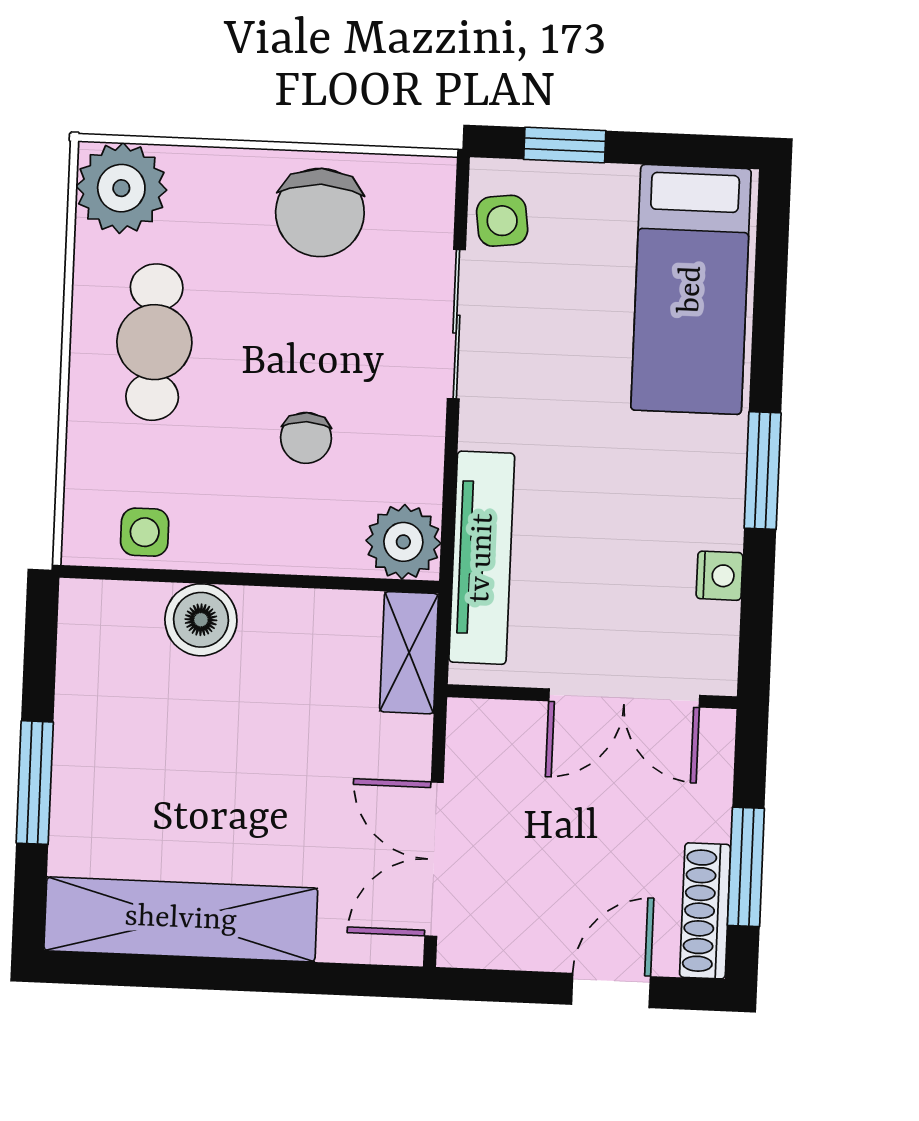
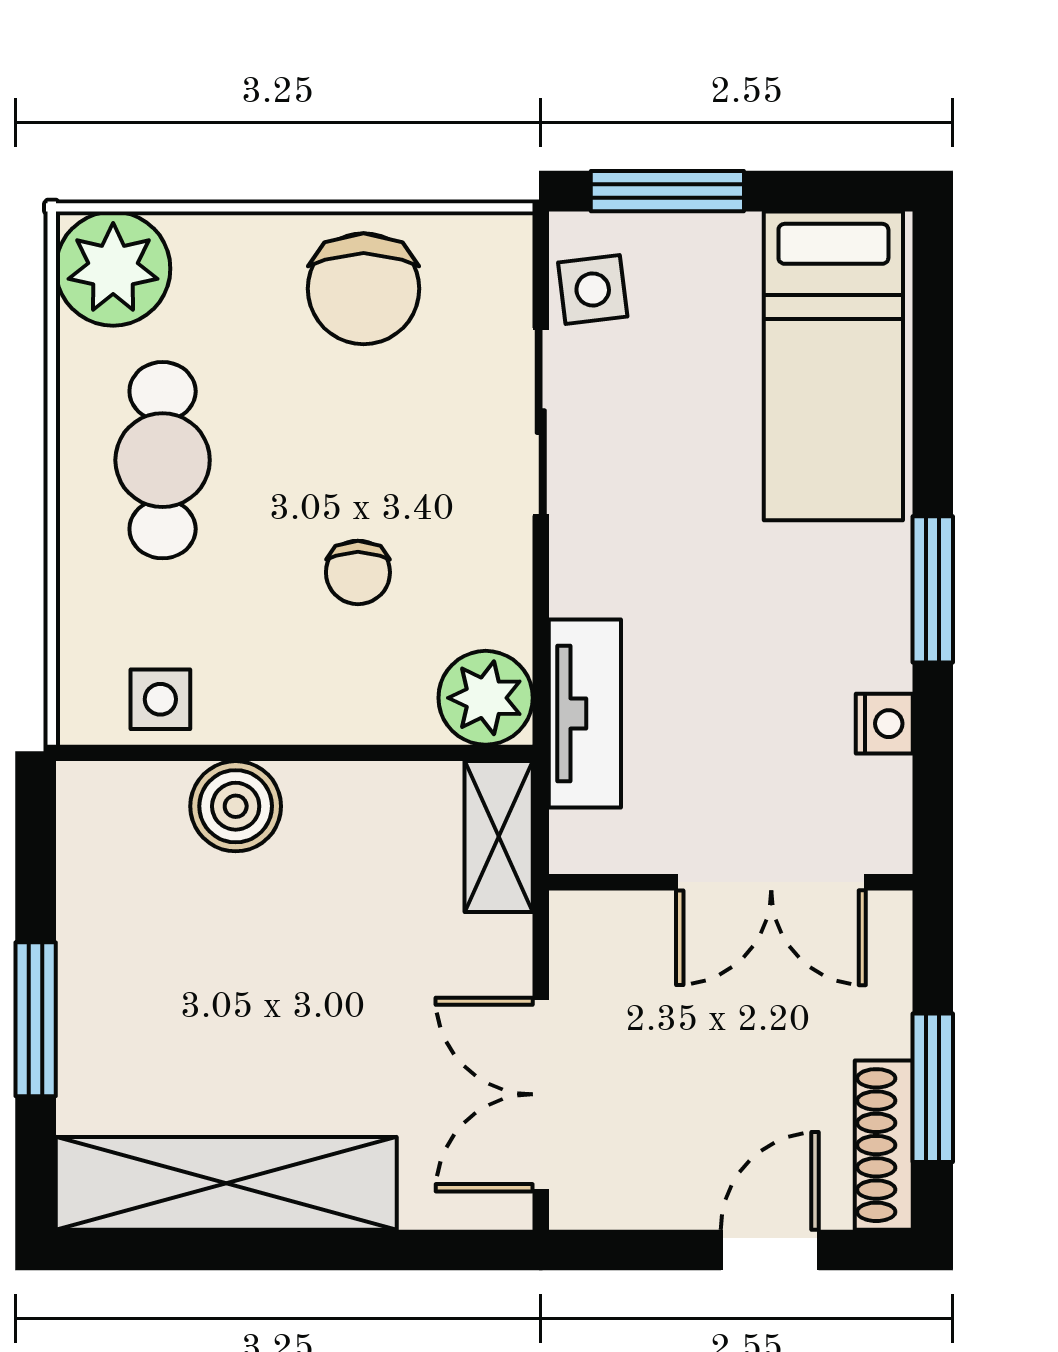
window: (565, 145) -> (667, 191), width x1.50
tv unit: (482, 558) -> (585, 714), width x0.71

